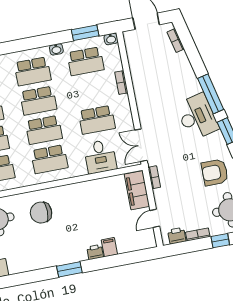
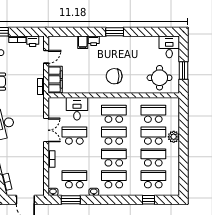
double door: (141, 145) -> (46, 130), moved
chair: (41, 213) -> (114, 76), moved, turned 180

